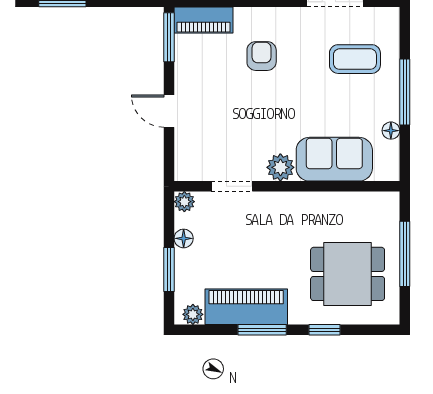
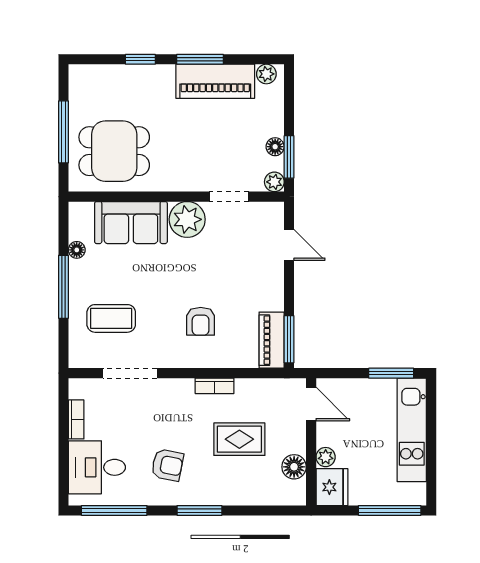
piano: (204, 20) -> (272, 340), moved, turned -90
door: (169, 111) -> (289, 245), moved
plant: (280, 167) -> (187, 219), width x1.36, depth x1.36
window: (169, 269) -> (289, 157), moved
dining table: (348, 274) -> (114, 151), moved

